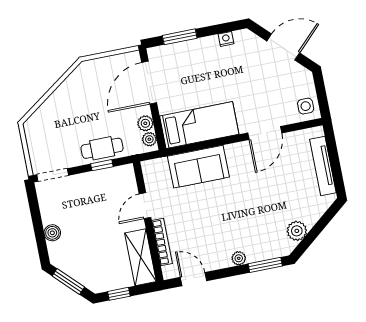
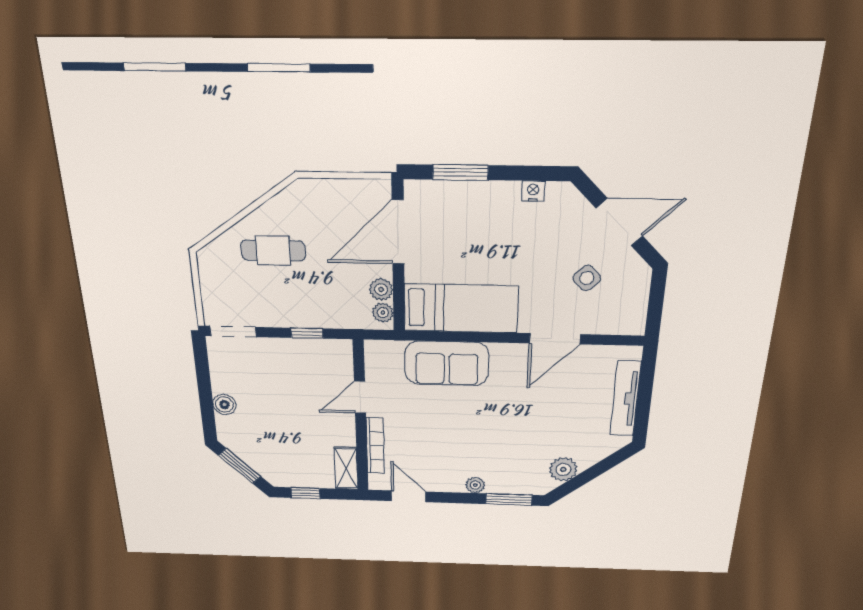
side table: (306, 106) -> (587, 278), moved, turned 45
cafe table: (102, 148) -> (273, 251), moved
shelving: (140, 257) -> (346, 468), width x0.67, depth x0.75

